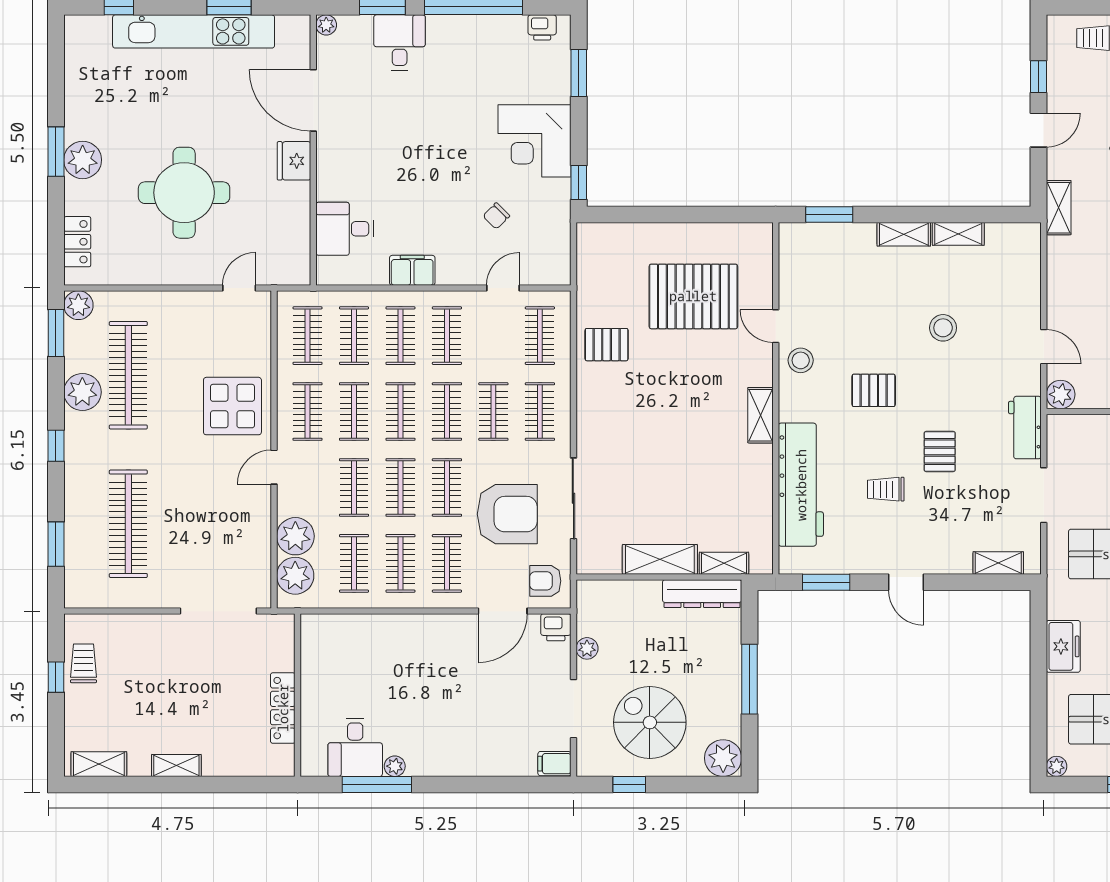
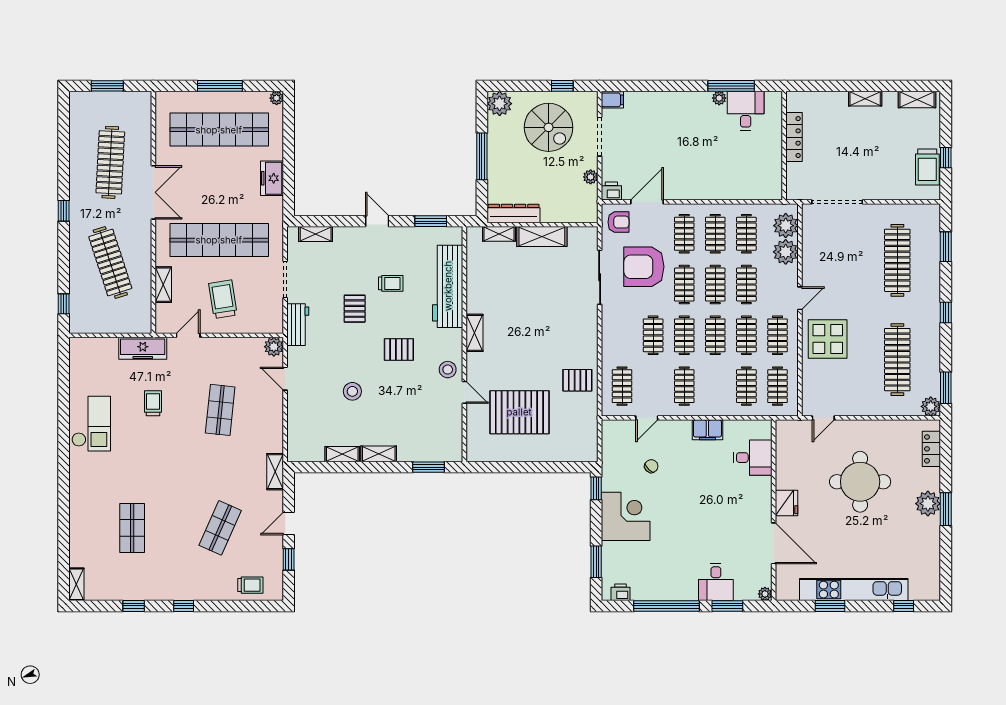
clothes rail: (400, 336) -> (715, 386), removed
plant: (82, 392) -> (928, 348), removed
clothes rail: (540, 412) -> (622, 335), removed
trolley: (83, 663) -> (927, 167), width x1.36, depth x1.39

